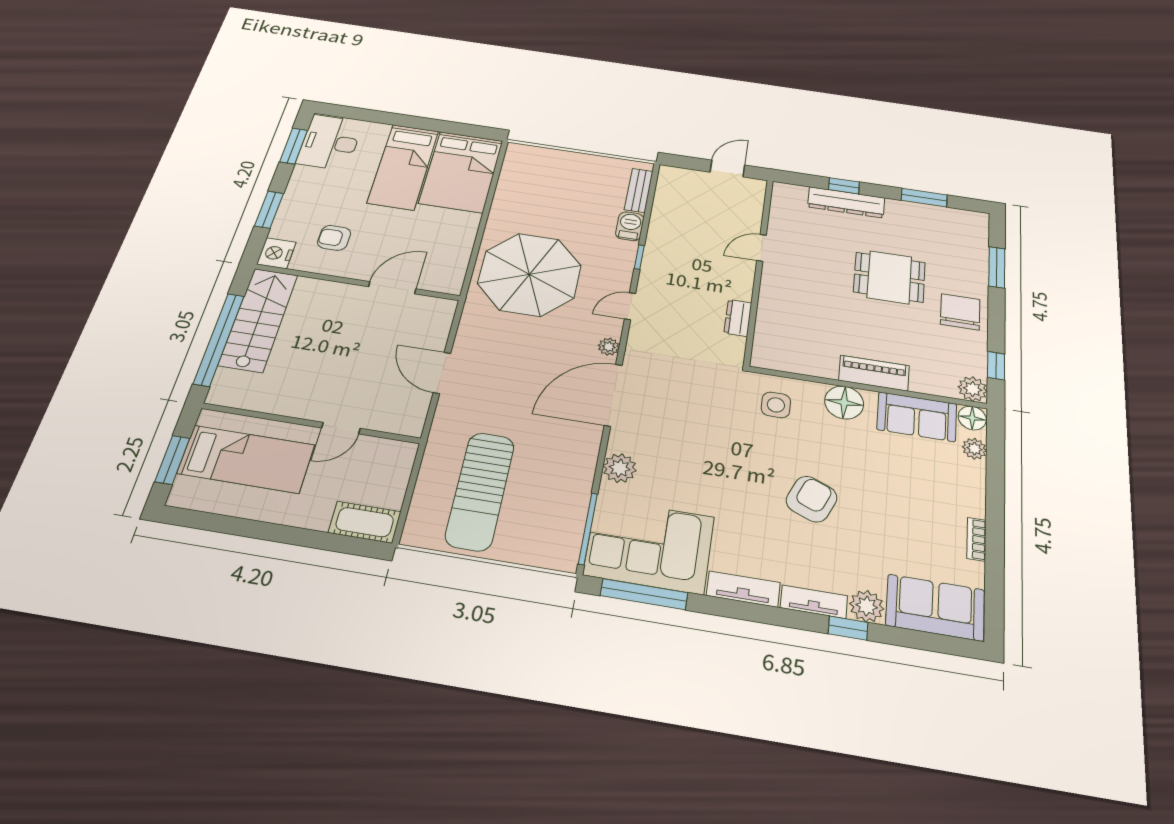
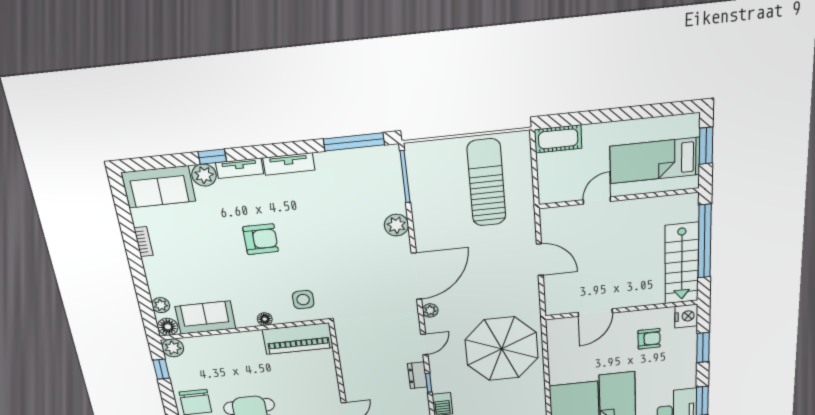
dresser: (738, 318) -> (417, 375), moved, turned 180
piano: (874, 373) -> (298, 339), moved, width x1.37, depth x1.33
floor lamp: (844, 402) -> (265, 319), width x0.53, depth x0.53
armchair: (812, 499) -> (261, 239), turned -113
corner sofa: (649, 546) -> (360, 176), removed

